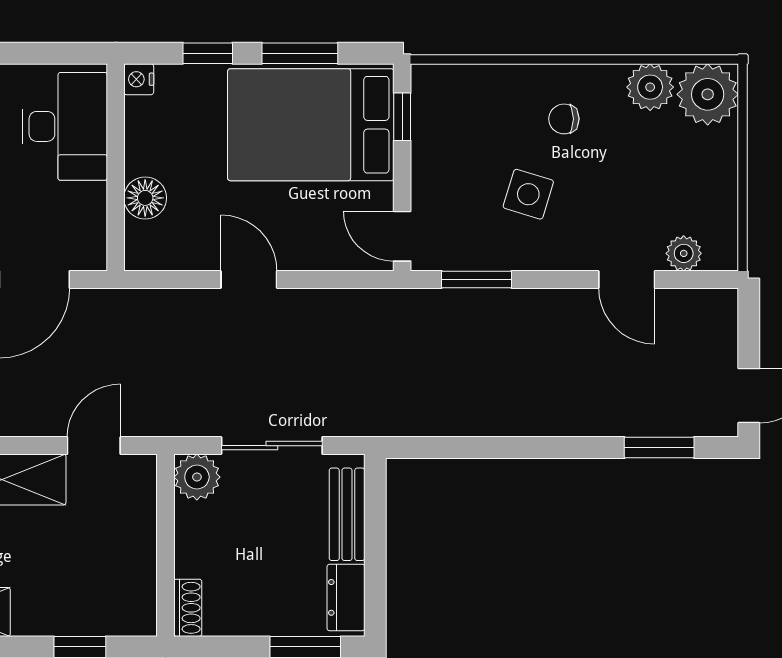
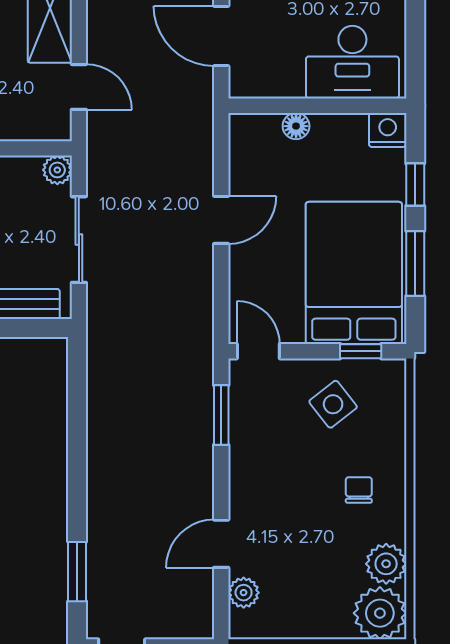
nightstand: (139, 79) -> (388, 130), width x1.39, depth x1.35
side table: (528, 194) -> (333, 404), moved, turned 35
floor lamp: (145, 198) -> (296, 126), width x0.73, depth x0.73
door: (402, 236) -> (258, 351), hinge flipped
plant: (197, 477) -> (57, 170), width x0.73, depth x0.73

